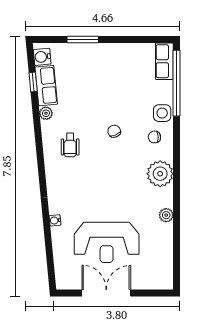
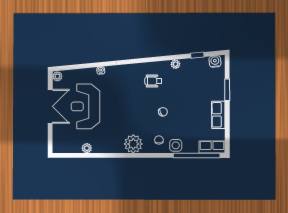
row of seats: (46, 86) -> (218, 115), moved, turned 95
plant: (166, 215) -> (87, 148), moved
plant: (63, 283) -> (57, 76), added

